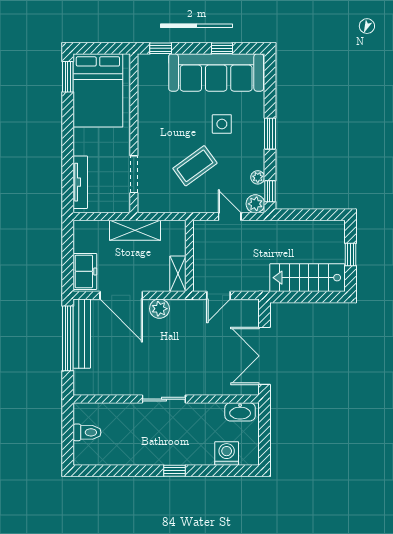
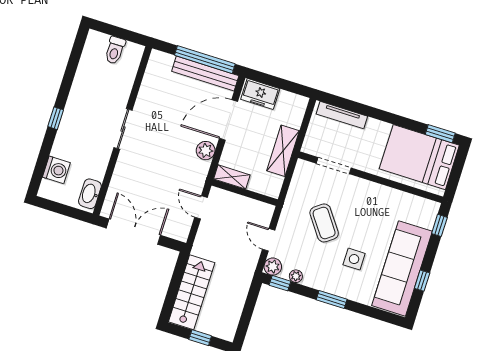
door: (230, 217) -> (269, 240), swing flipped

